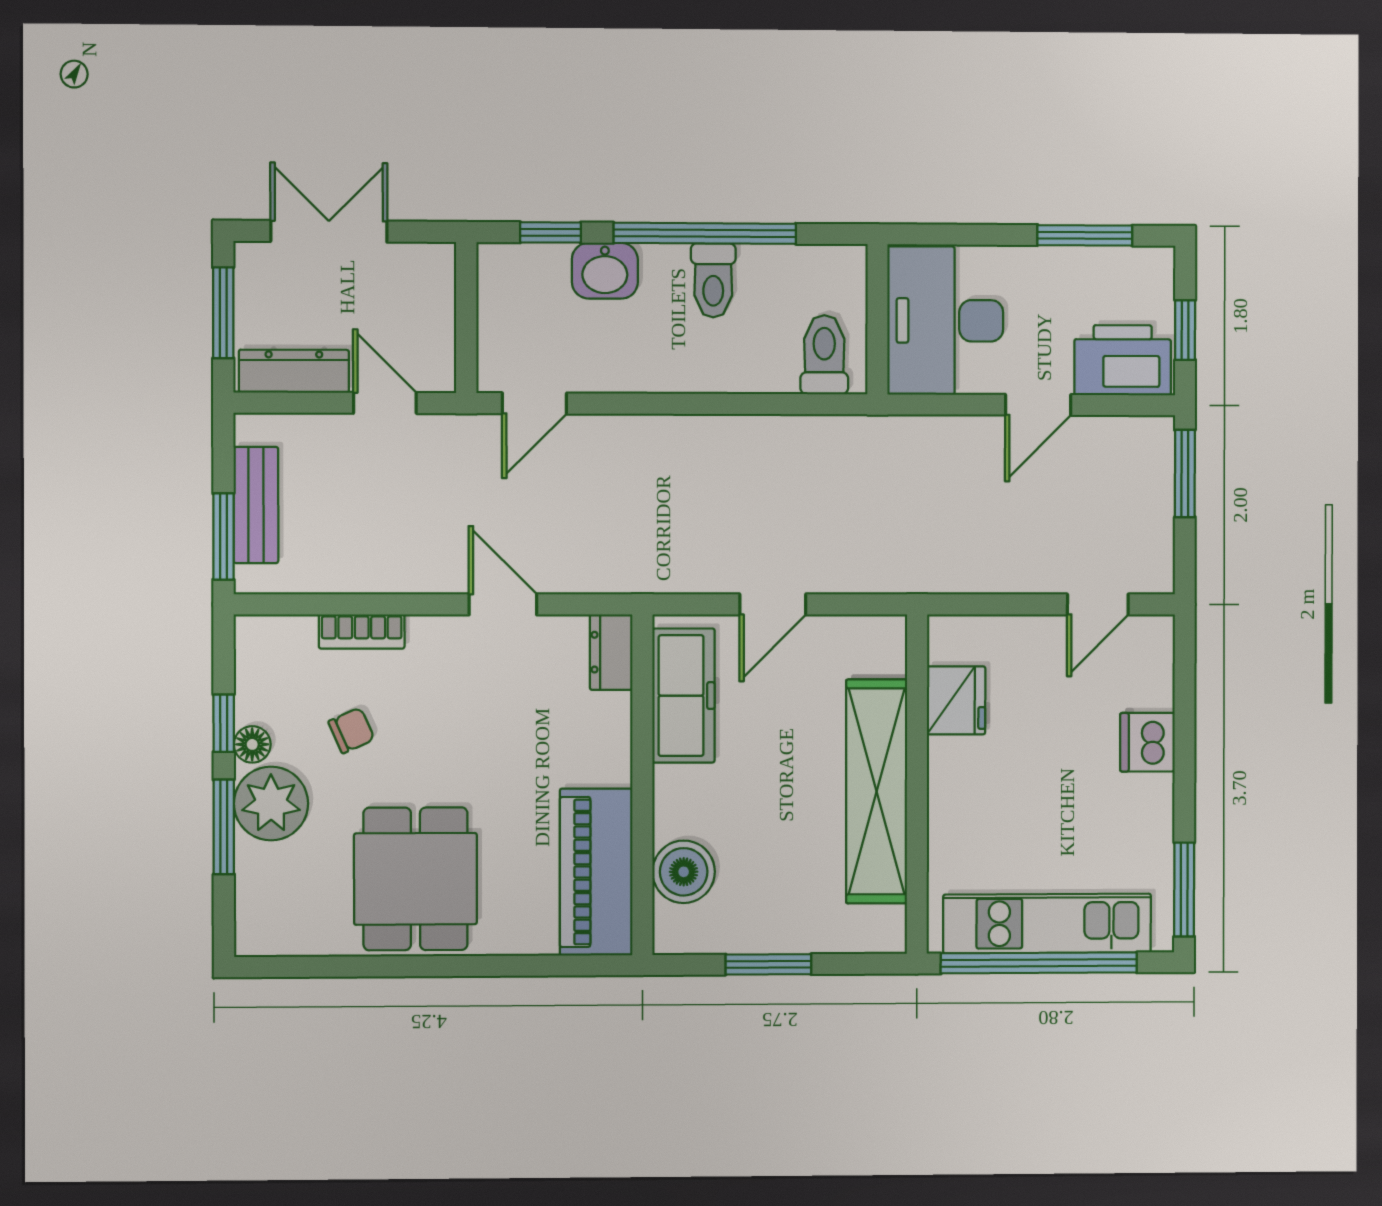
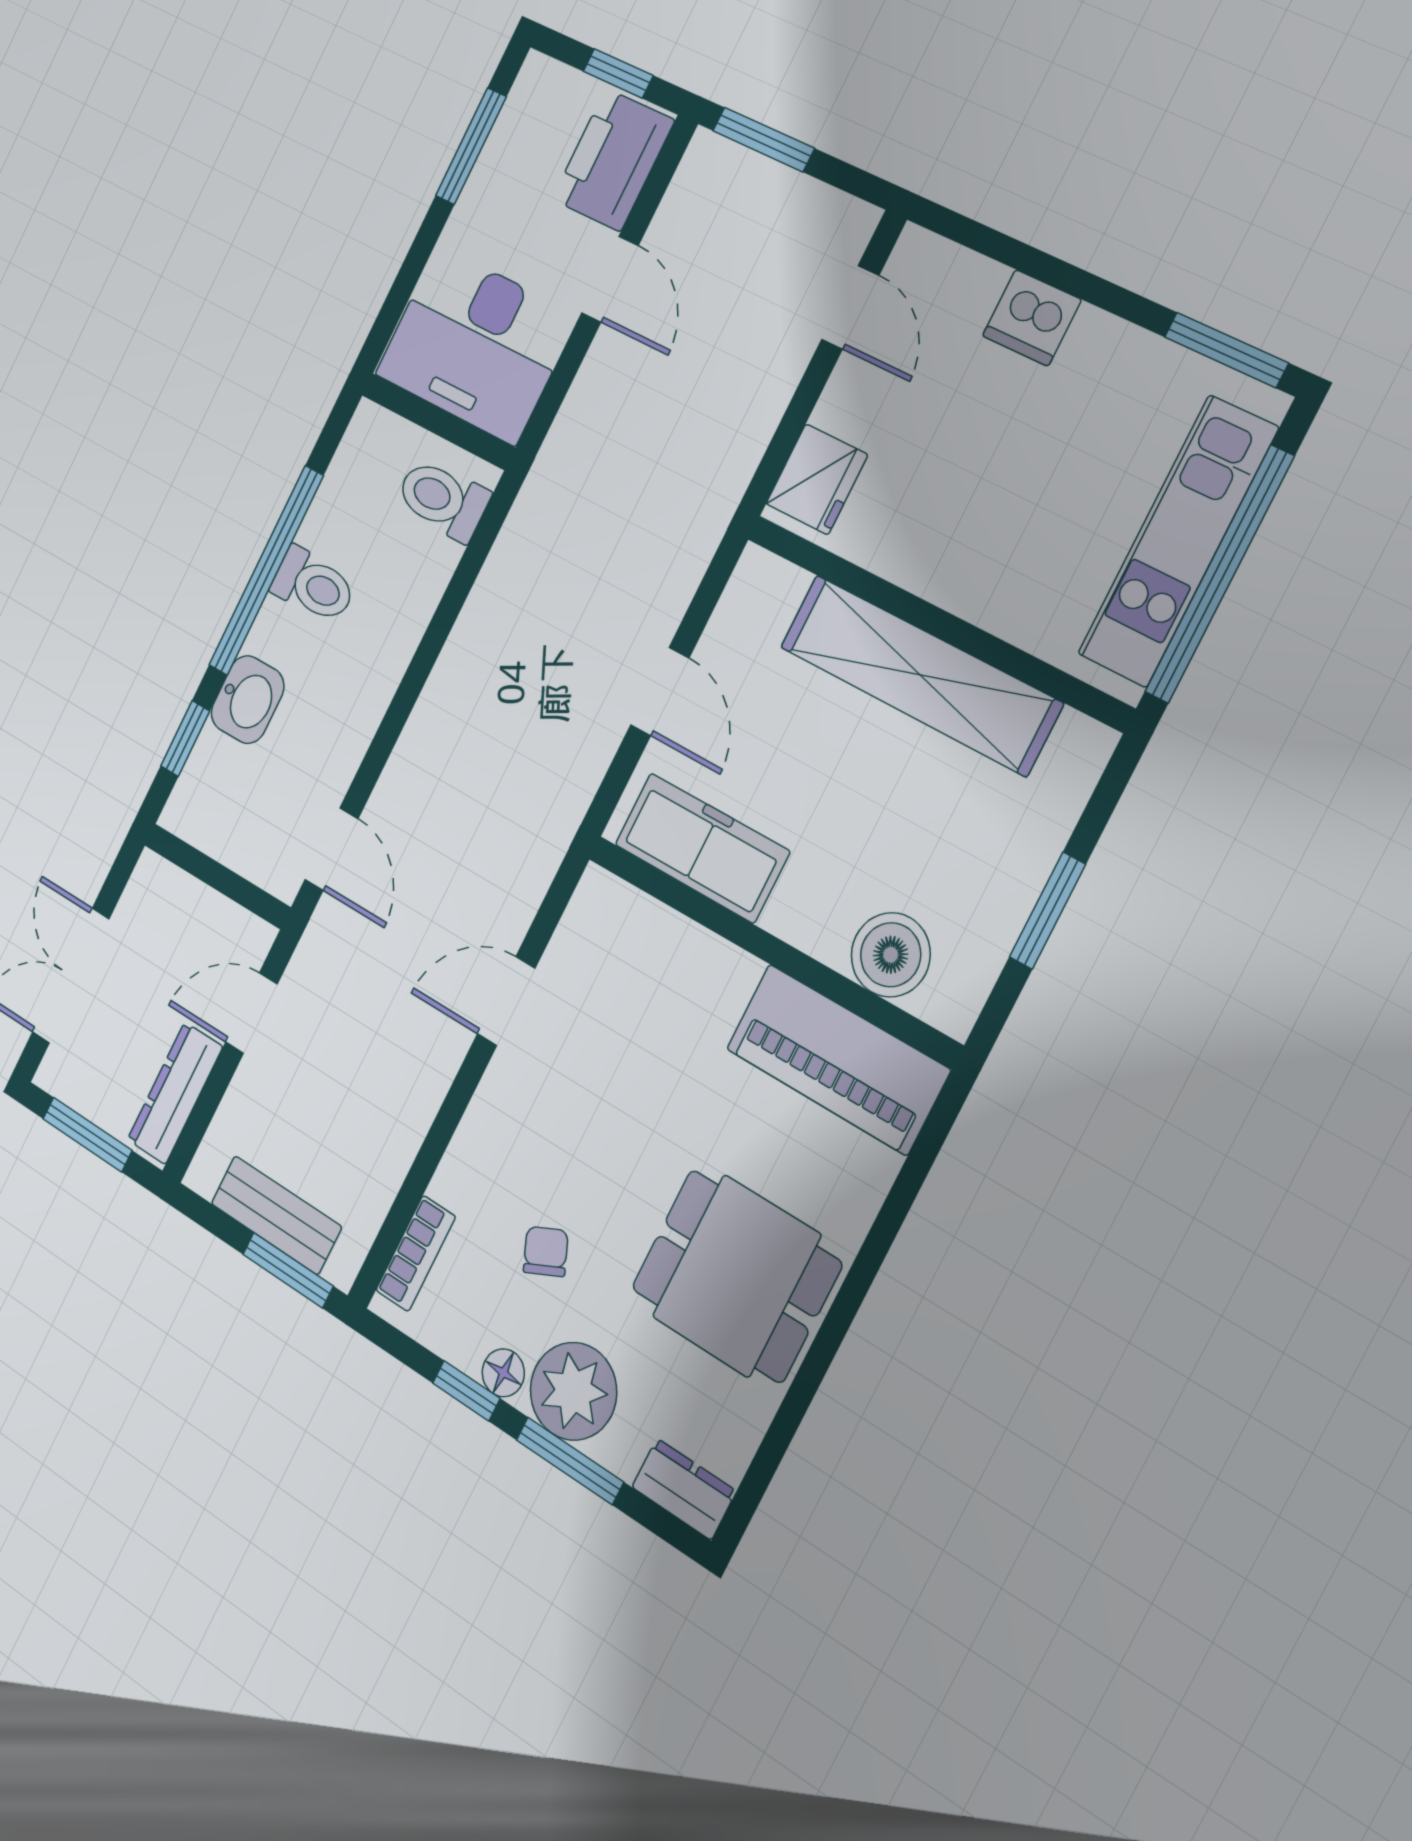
bookcase: (362, 632) -> (416, 1253), moved
dresser: (611, 652) -> (684, 1489), moved, turned 180
fridge: (956, 700) -> (817, 479), moved, turned 90

